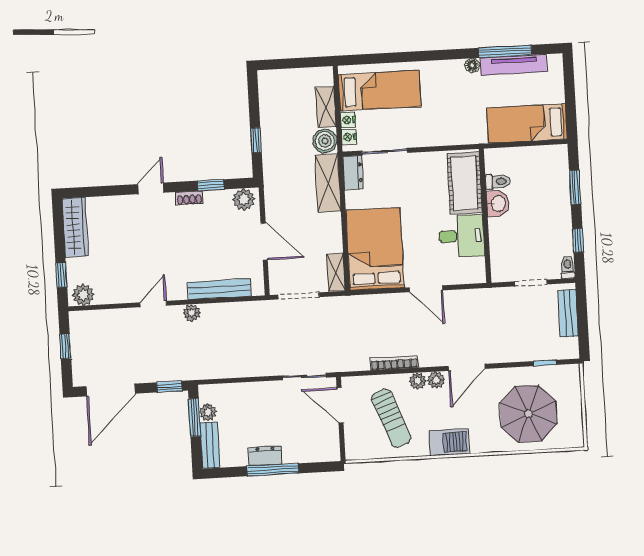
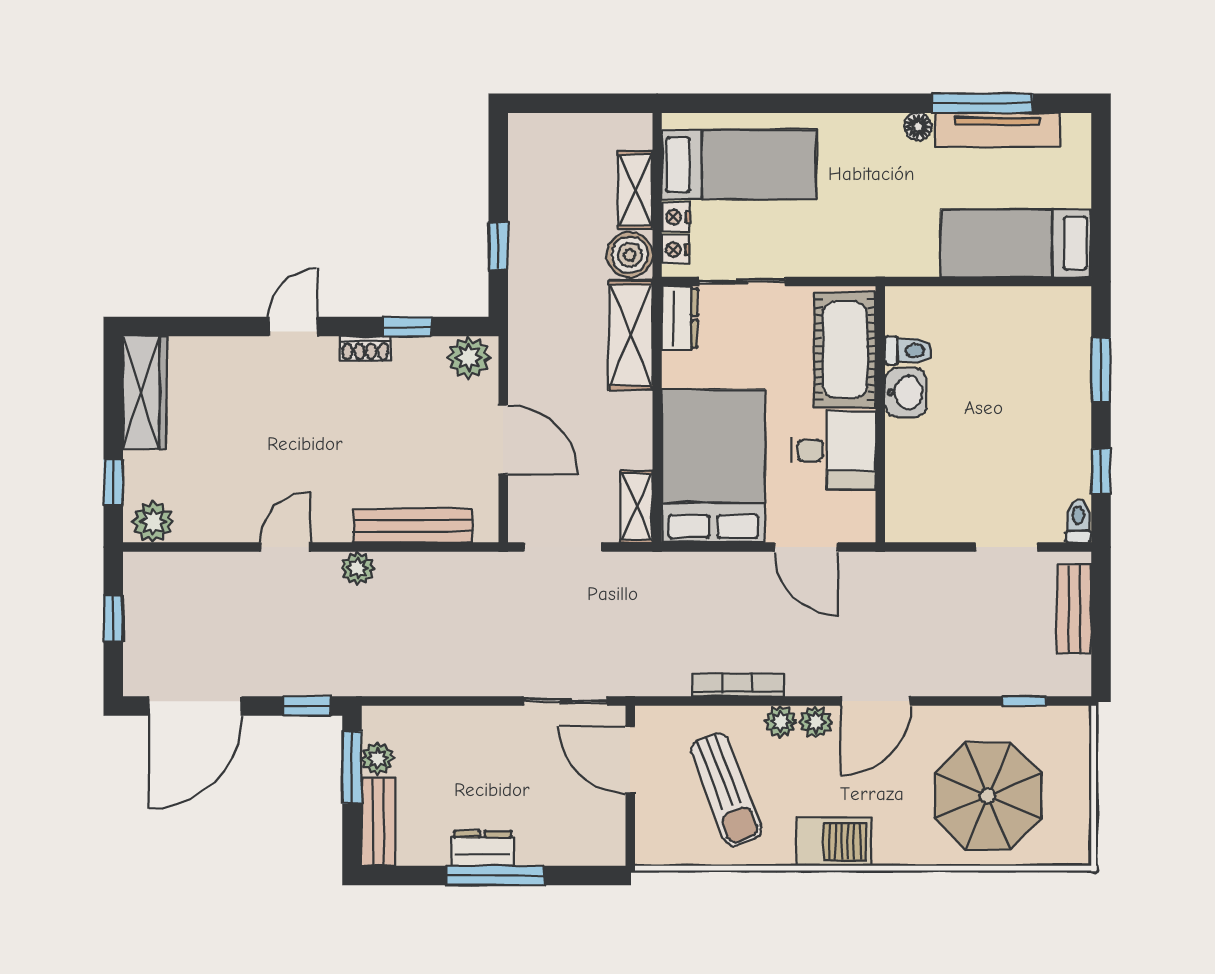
toilet: (498, 182) -> (908, 351), moved
cot: (465, 183) -> (845, 350), moved
washbasin: (498, 204) -> (906, 393), moved
wall: (485, 216) -> (880, 414), moved
desk: (461, 236) -> (833, 450), moved

